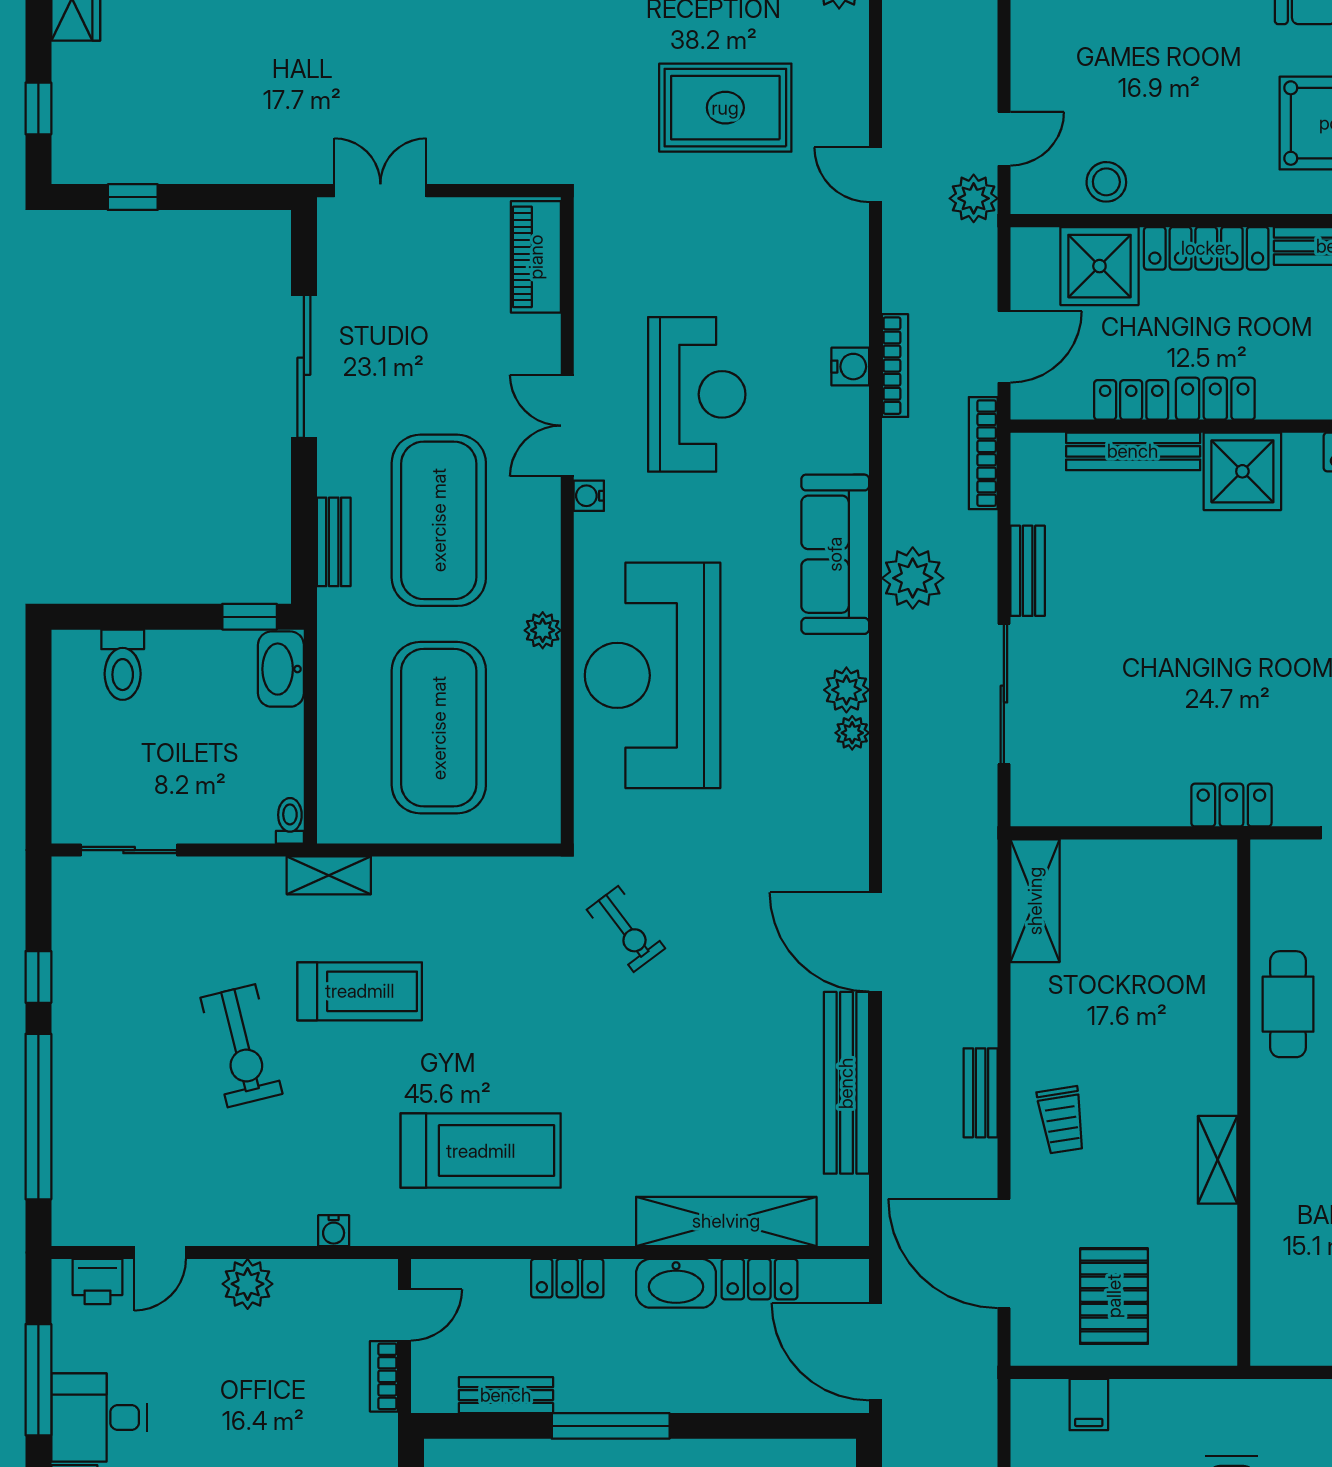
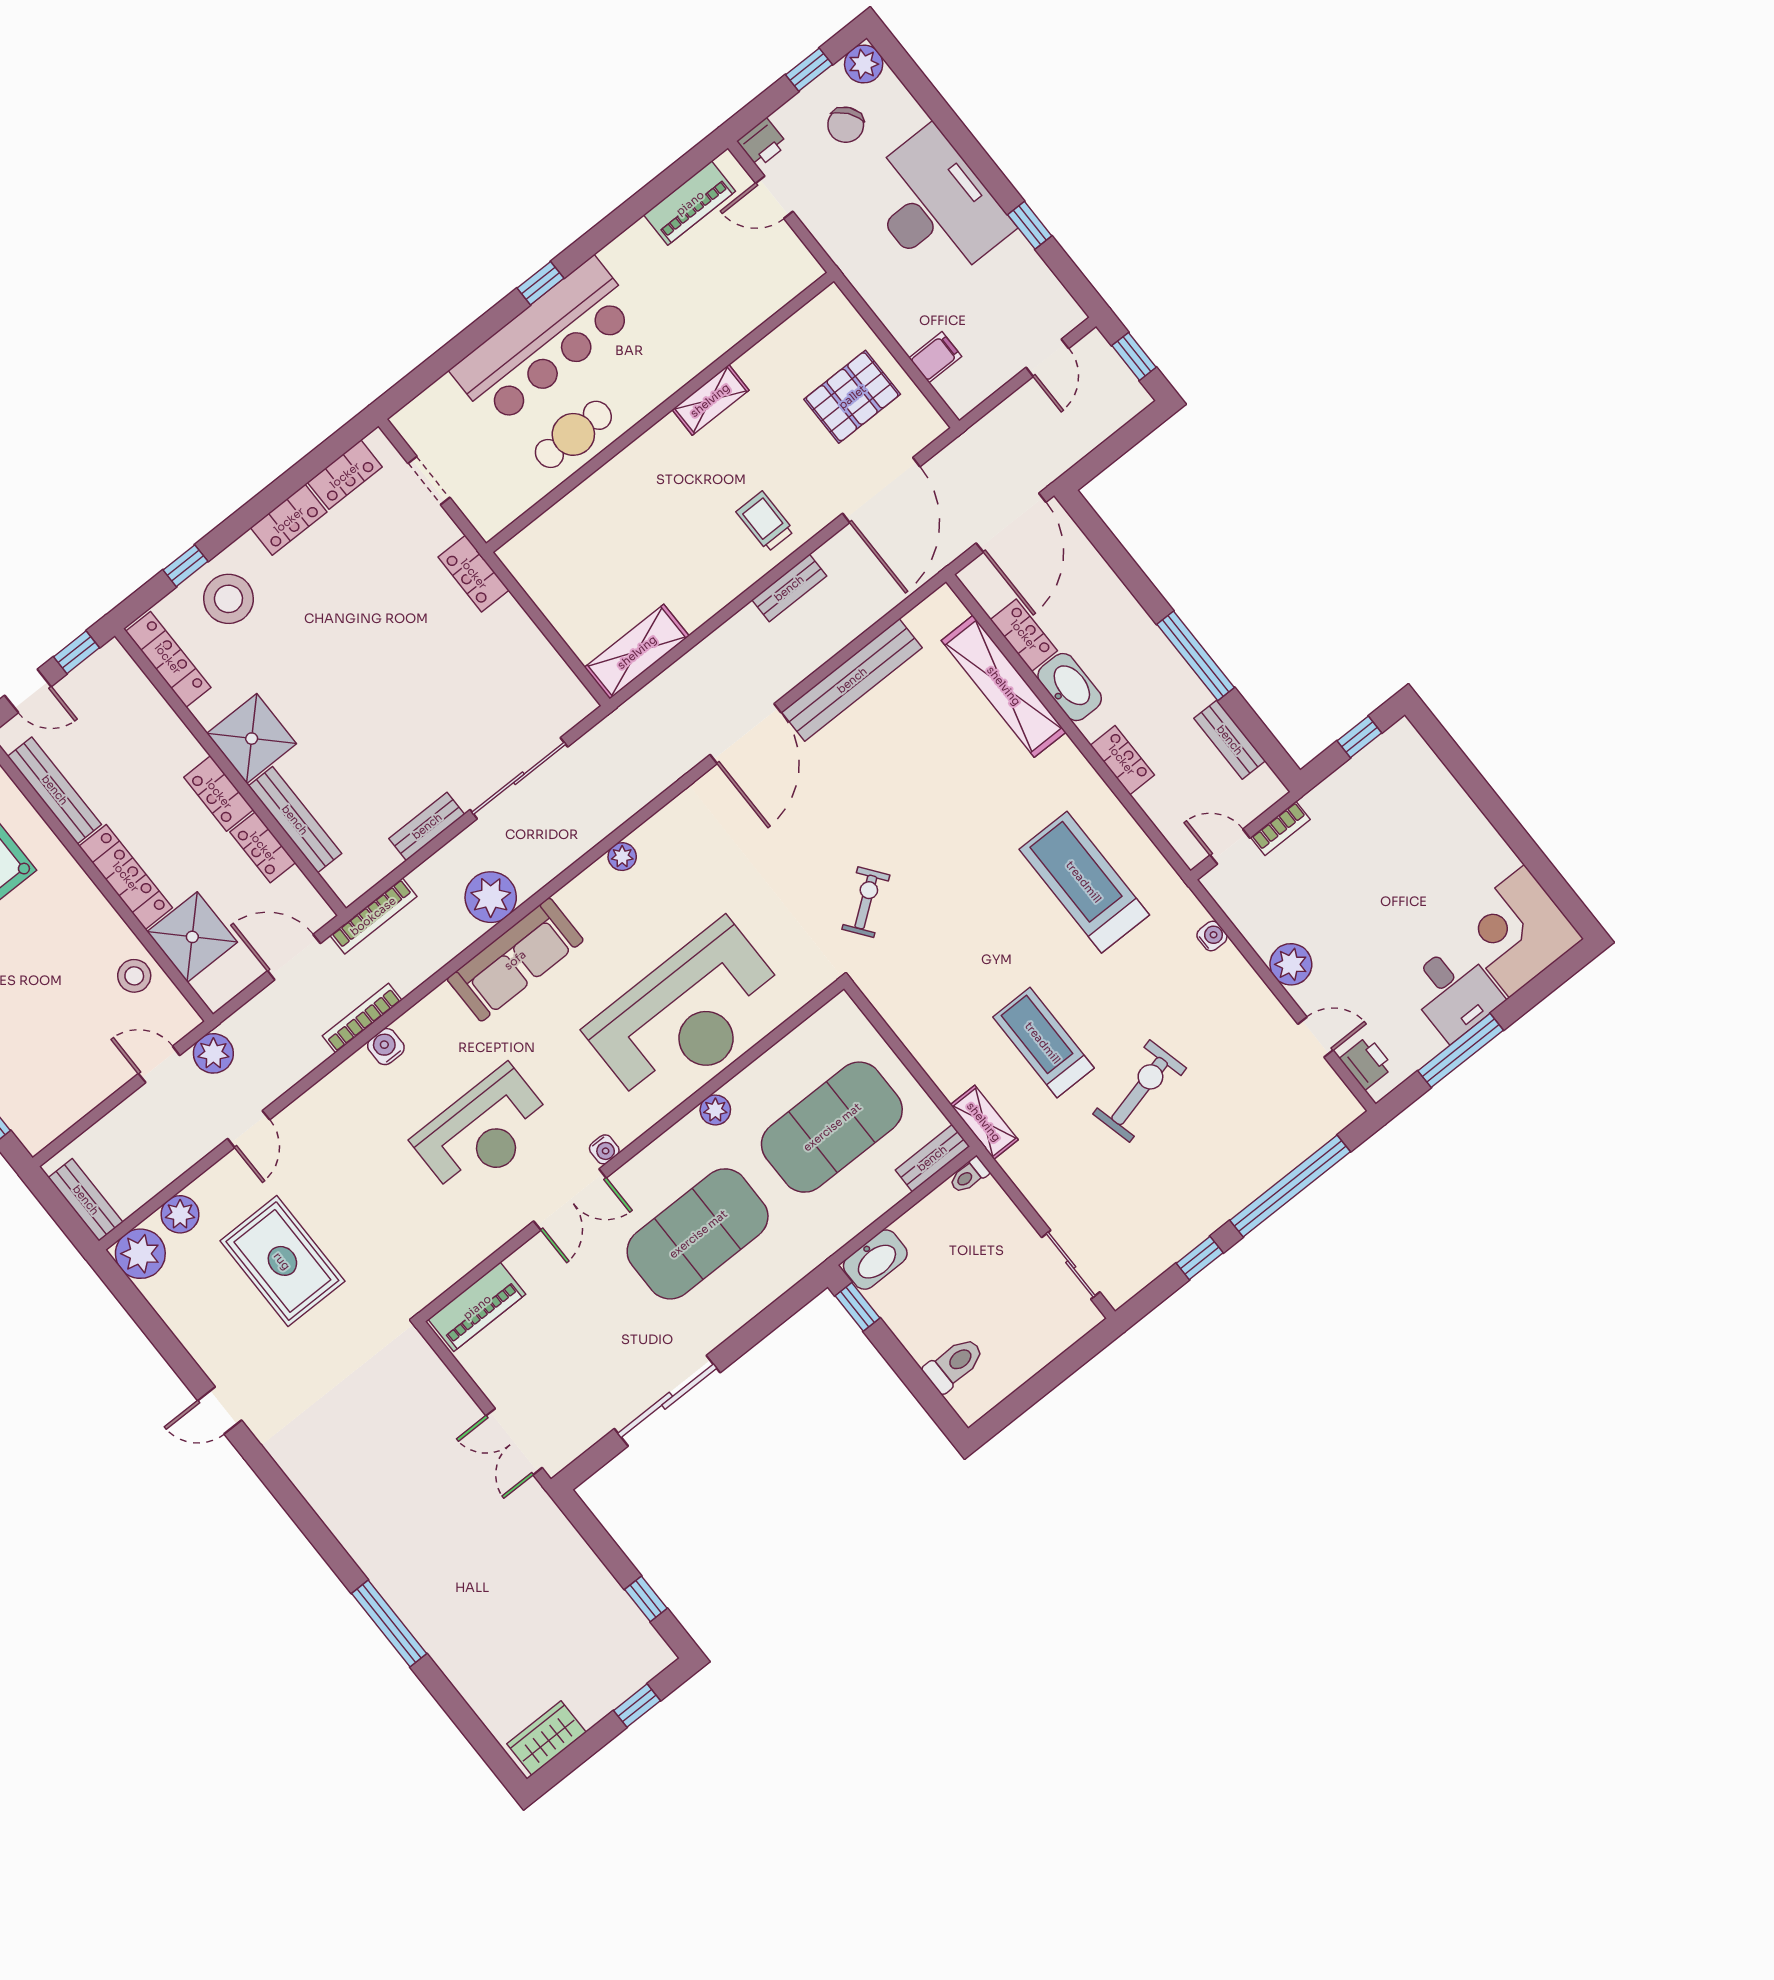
reception desk: (697, 394) -> (483, 1132), turned 180
bench: (334, 542) -> (932, 1158), moved
plant: (846, 690) -> (180, 1214), moved
trolley: (1062, 1120) -> (765, 521), turned -81

